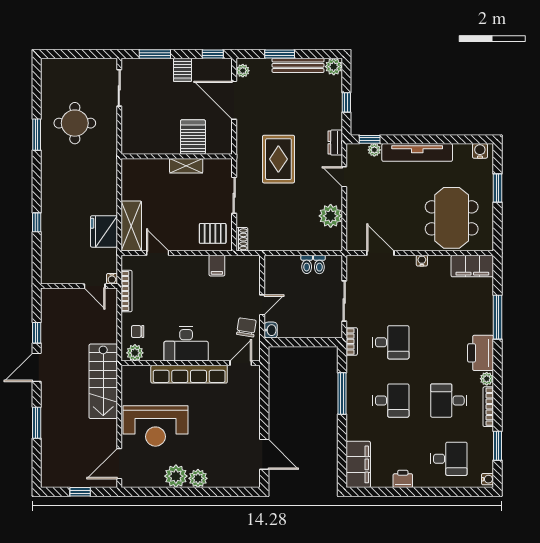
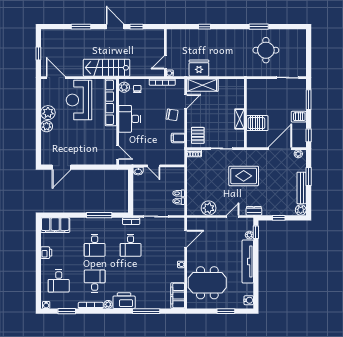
chair: (246, 327) -> (172, 115), moved
row of seats: (189, 374) -> (111, 102), moved

